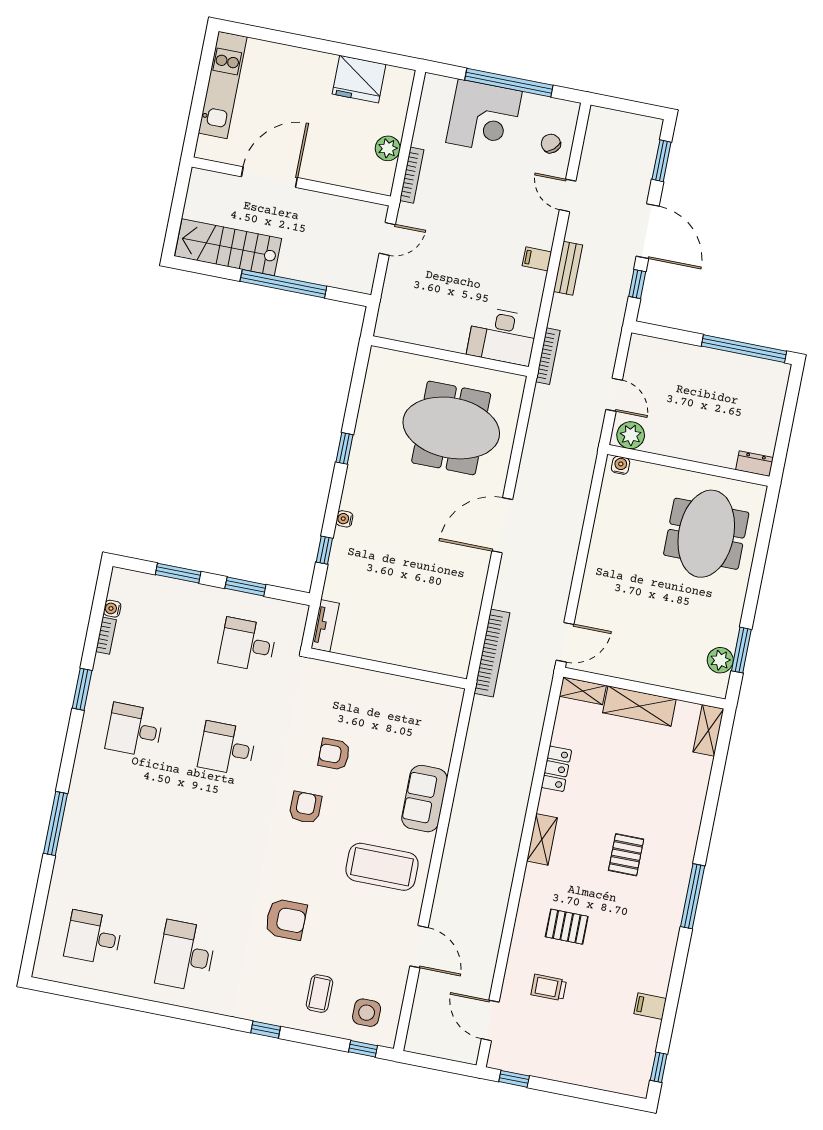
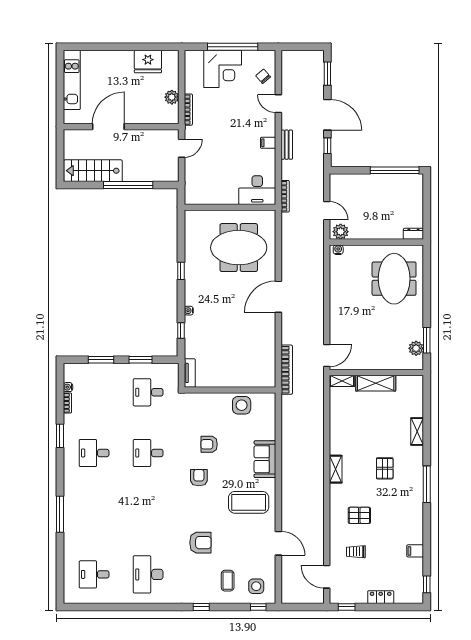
side table: (403, 698) -> (242, 405), added
shelving: (708, 730) -> (417, 432), moved
locker: (556, 769) -> (381, 597), moved, turned -90

